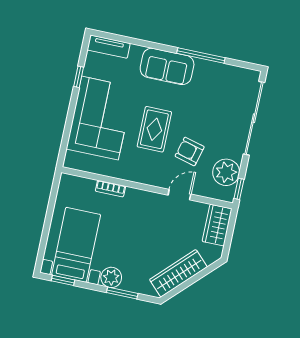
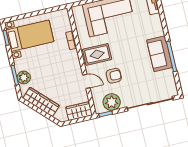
sofa: (167, 66) -> (160, 54), moved
rug: (154, 129) -> (97, 54), moved
armchair: (190, 151) -> (114, 76), turned 75
plant: (111, 277) -> (24, 78), moved

